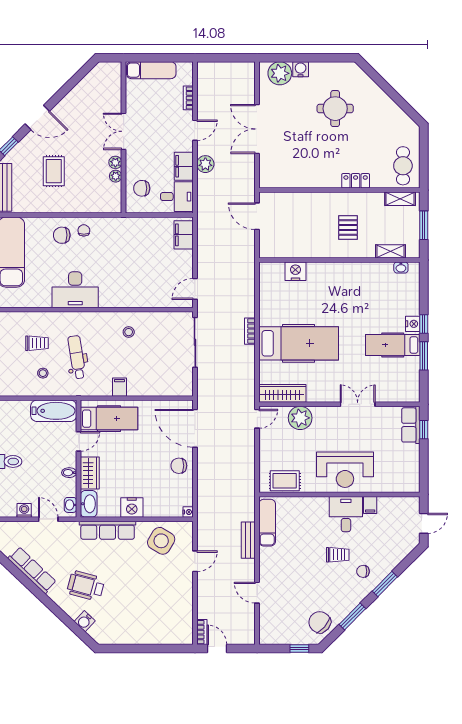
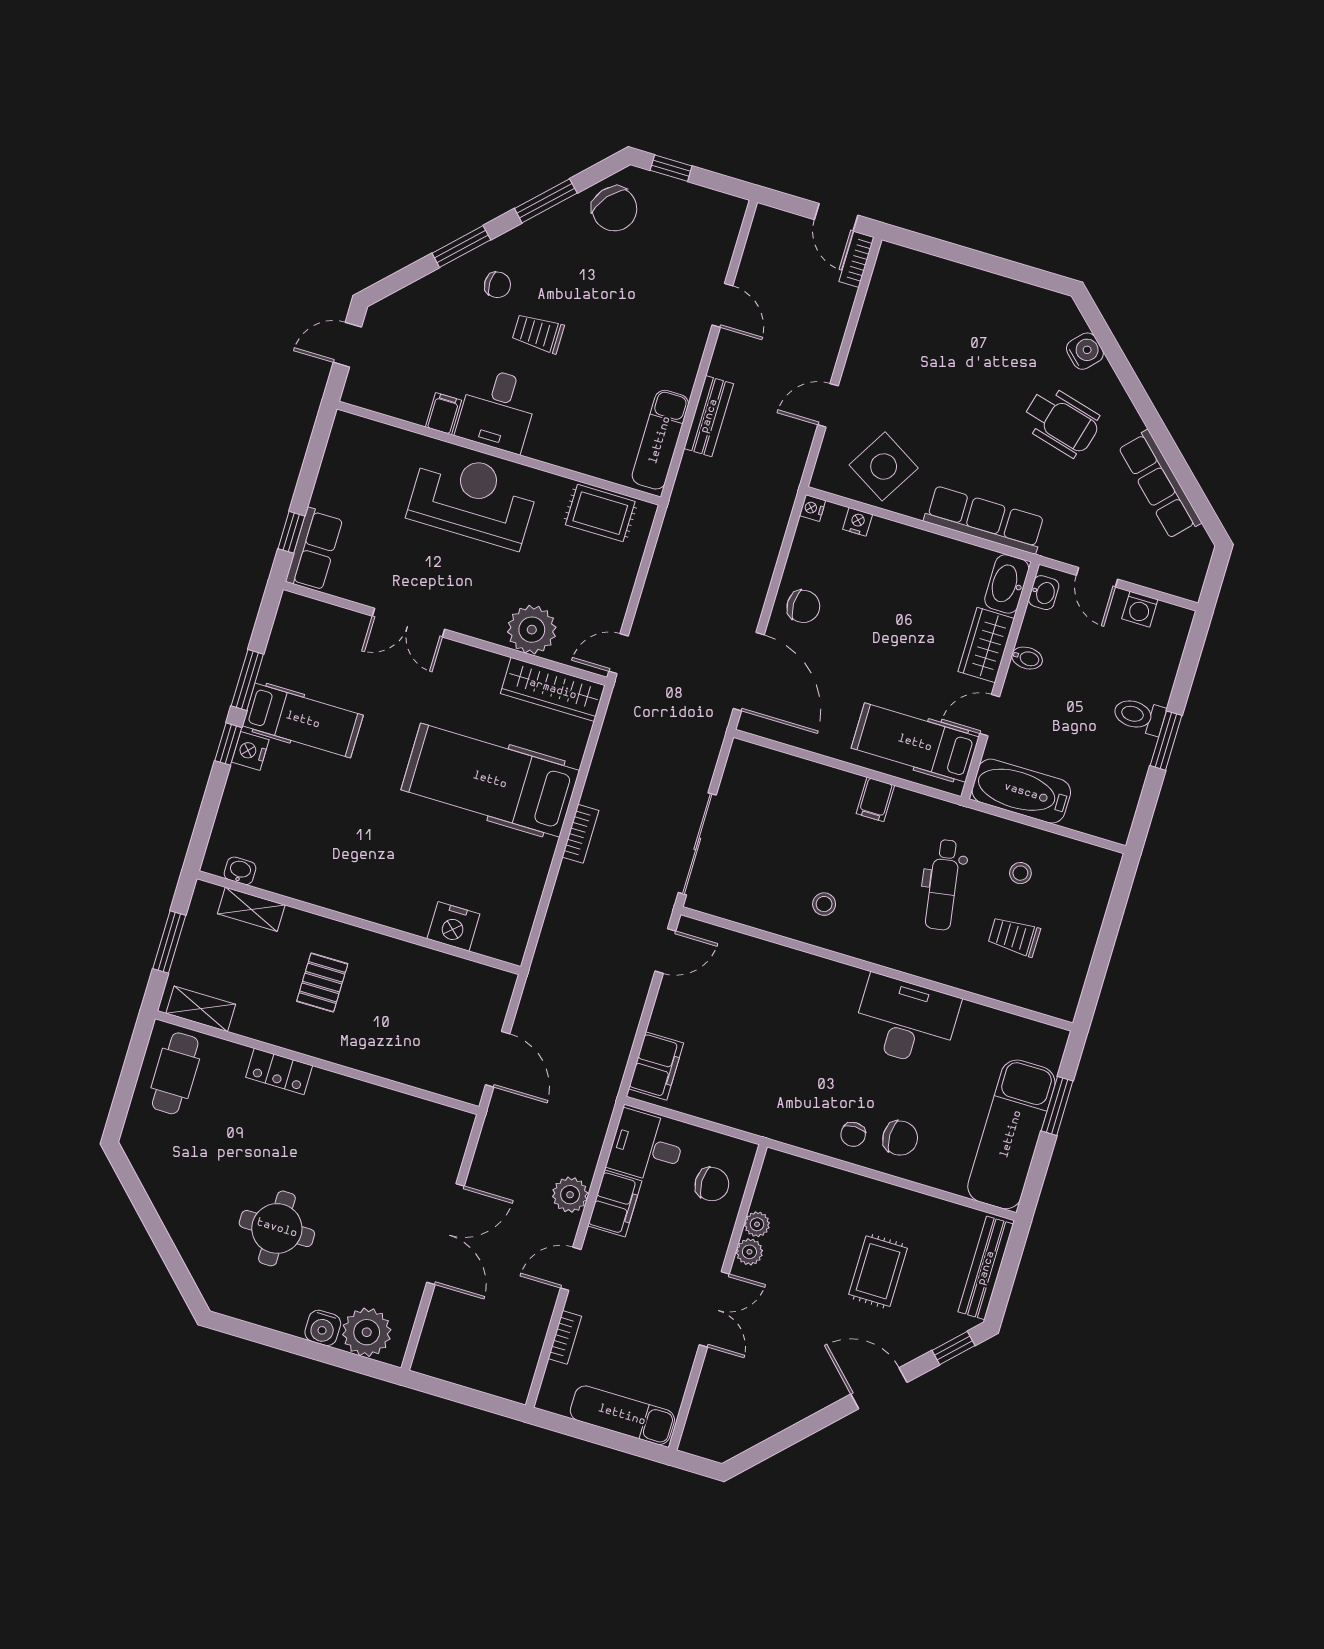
nightstand: (132, 508) -> (858, 522), moved, width x0.53, depth x0.56

